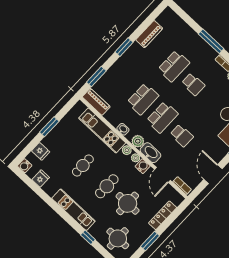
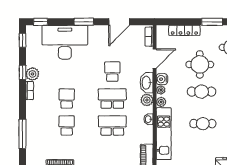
window: (211, 41) -> (23, 134), moved
school desk: (174, 66) -> (67, 125), width x0.54

